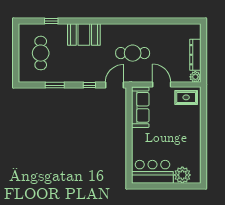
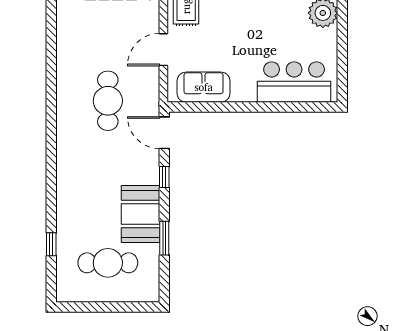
booth: (84, 35) -> (141, 214), moved
sofa: (140, 107) -> (204, 87), width x0.73
bar counter: (152, 172) -> (294, 82), moved, turned 90

